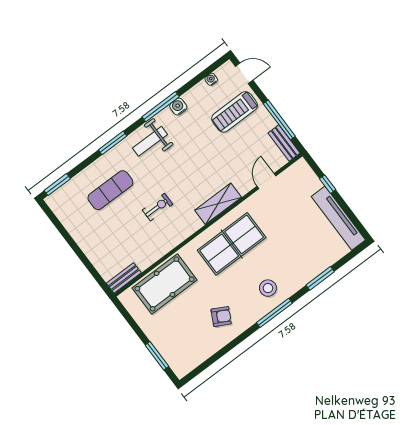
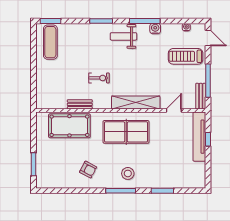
exercise mat: (110, 190) -> (50, 42), moved, turned 90
shelving: (218, 204) -> (136, 103), width x1.47
tv unit: (338, 218) -> (199, 137), moved
bench: (124, 278) -> (80, 104), moved

